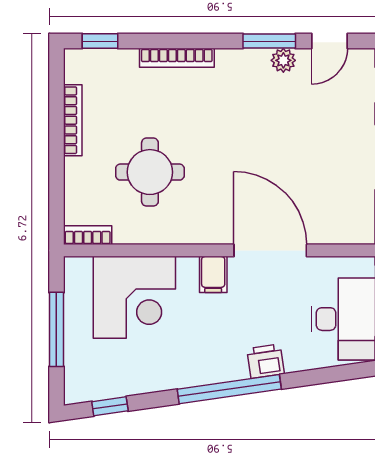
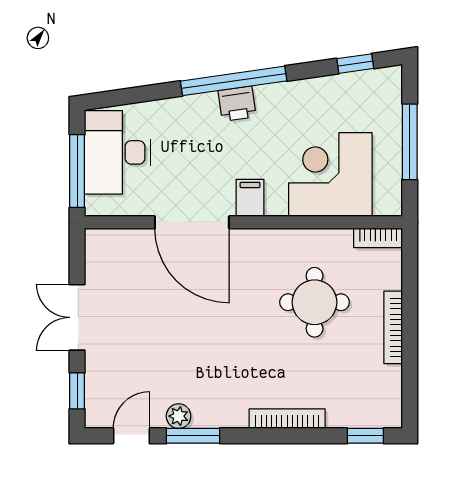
bookcase: (73, 120) -> (393, 327), moved
printer: (266, 361) -> (237, 104), moved

